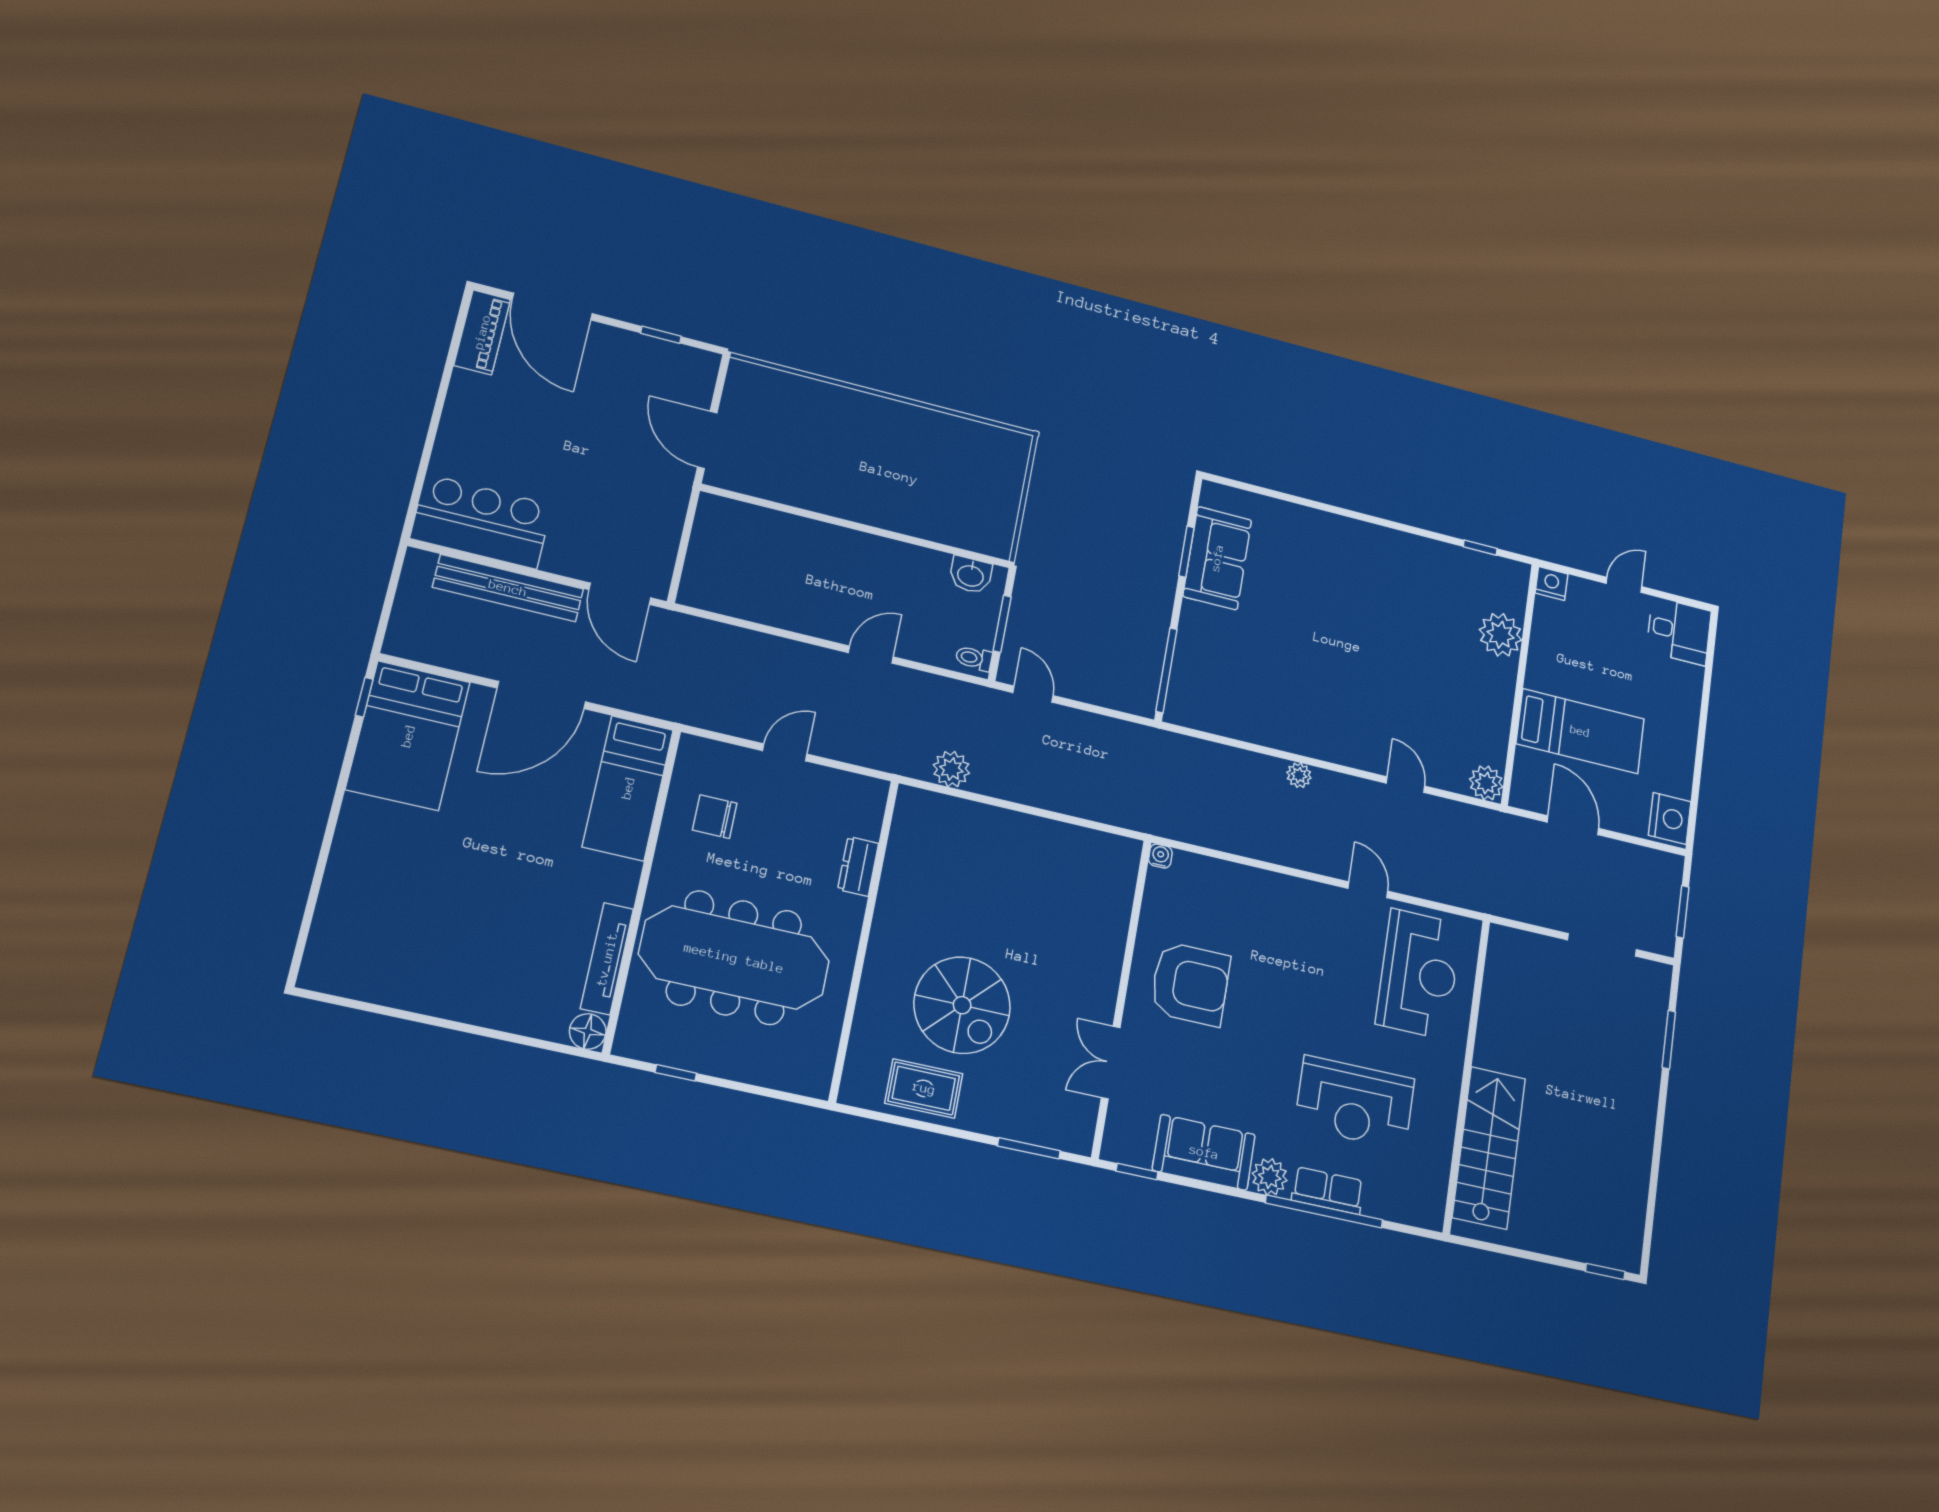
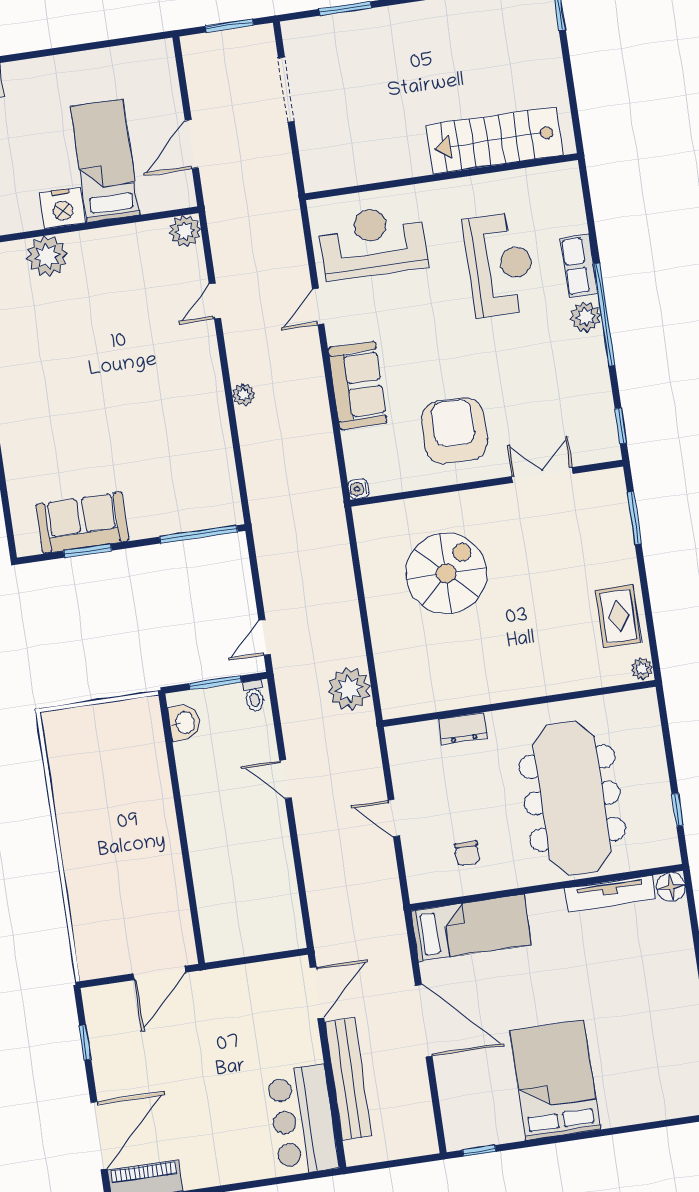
bed: (408, 736) -> (555, 1080), moved, turned -90
plant: (951, 769) -> (349, 689), width x1.36, depth x1.36
chair: (715, 817) -> (467, 853), width x0.73, depth x0.73
nightstand: (1670, 818) -> (62, 208), moved, turned 180
spiral stairs: (962, 1005) -> (446, 573), moved
double door: (1111, 1063) -> (542, 475), swing flipped
plant: (854, 1093) -> (642, 669), added
sofa: (1204, 1152) -> (358, 385), moved, turned 180
window: (1324, 1211) -> (604, 315), moved

